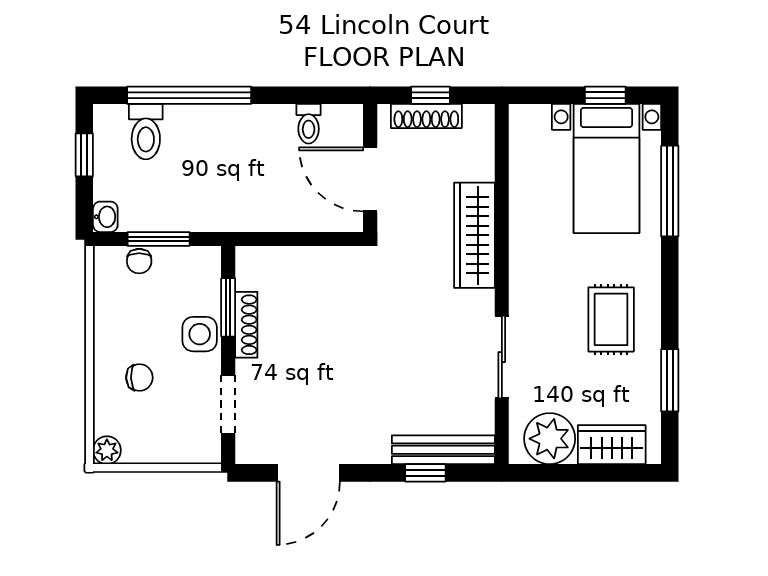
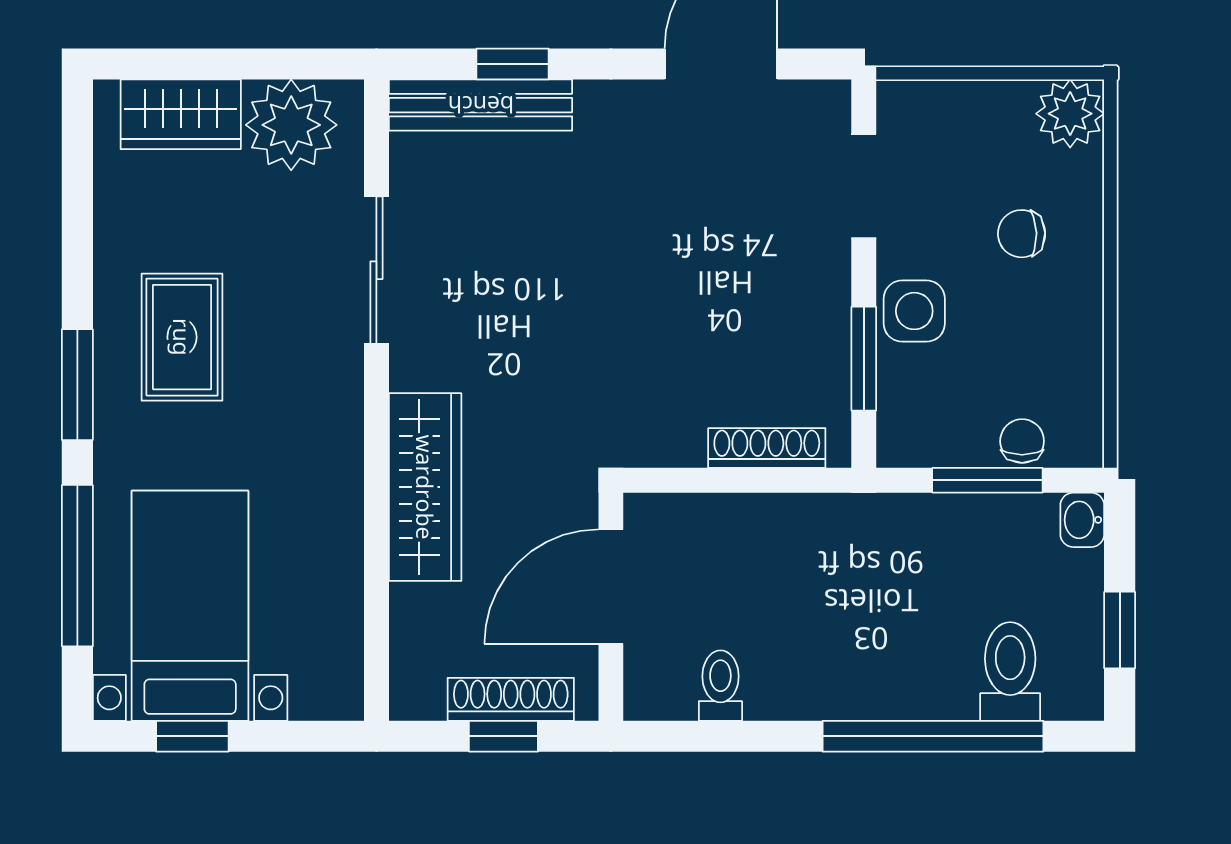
door: (370, 179) -> (611, 586), swing flipped
shoe rack: (246, 325) -> (767, 448), moved, turned 90
window: (670, 380) -> (77, 385), moved
plant: (107, 450) -> (1070, 114), width x1.38, depth x1.38

